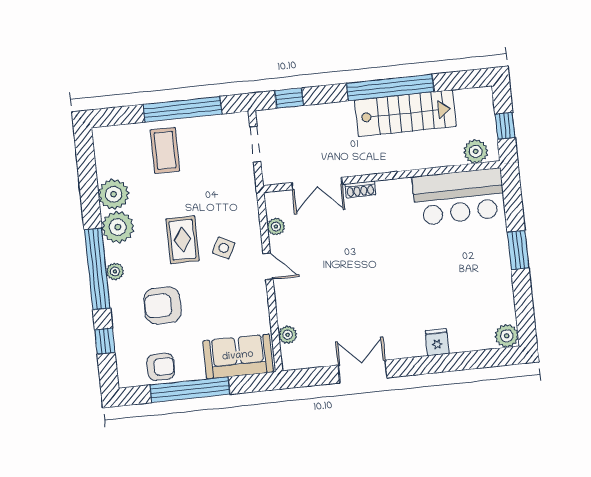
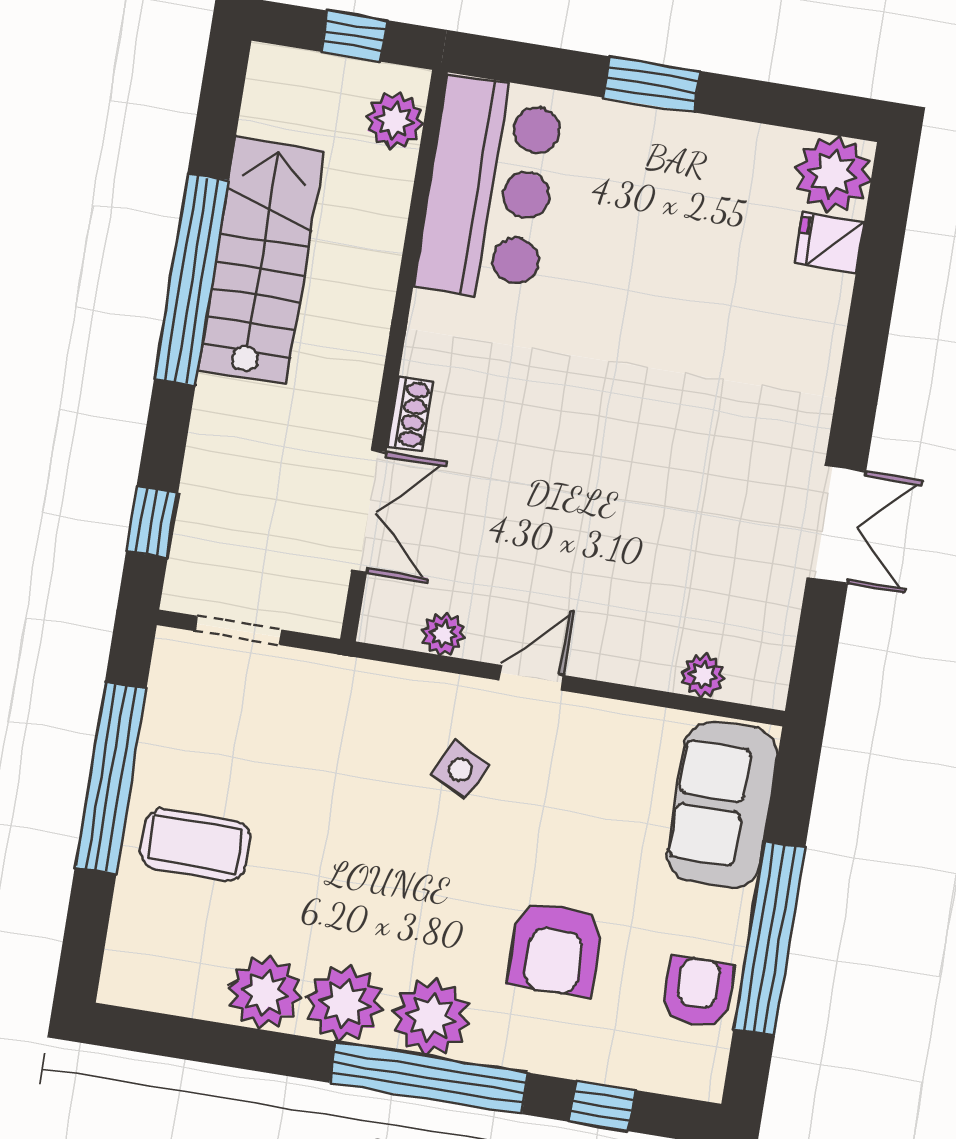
rug: (183, 240) -> (415, 860), removed
plant: (115, 271) -> (431, 1017), width x1.88, depth x1.88
plant: (507, 336) -> (833, 174), width x1.36, depth x1.36
fridge: (437, 342) -> (830, 243), moved
double door: (362, 372) -> (836, 524), swing flipped

